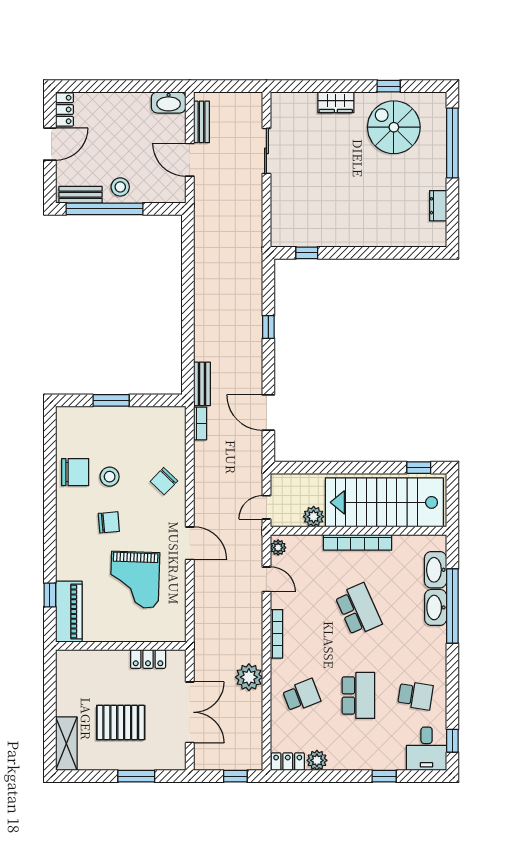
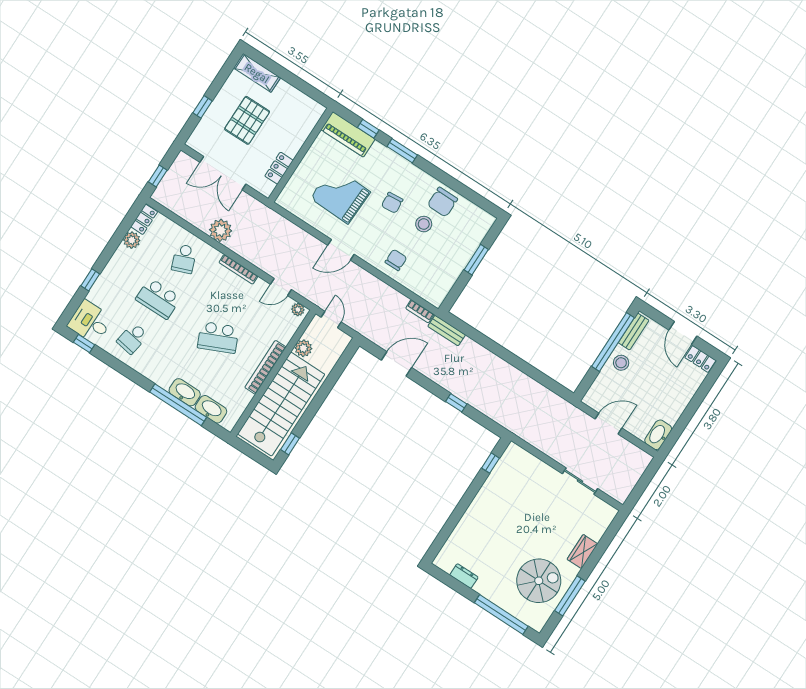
window: (389, 86) -> (570, 596), width x2.17
bench: (202, 122) -> (630, 449), removed
chair: (164, 481) -> (396, 260), turned 46
window: (50, 546) -> (402, 151), added
window: (136, 776) -> (203, 107), width x0.67

